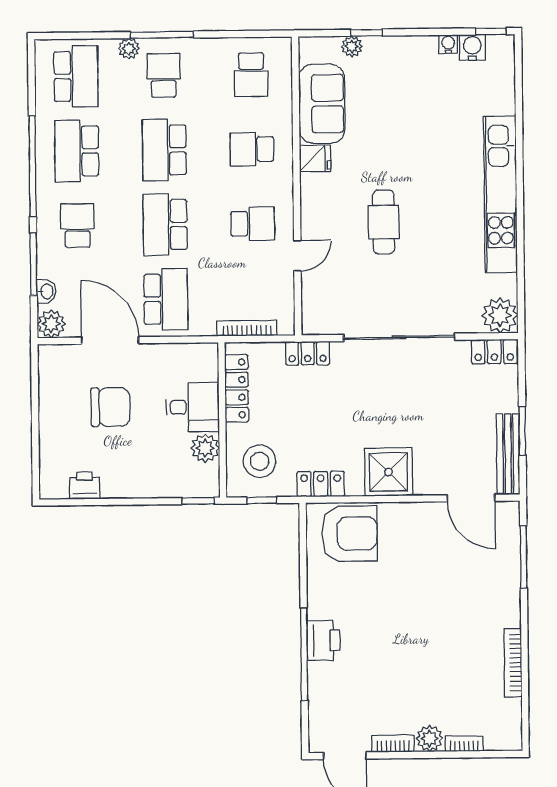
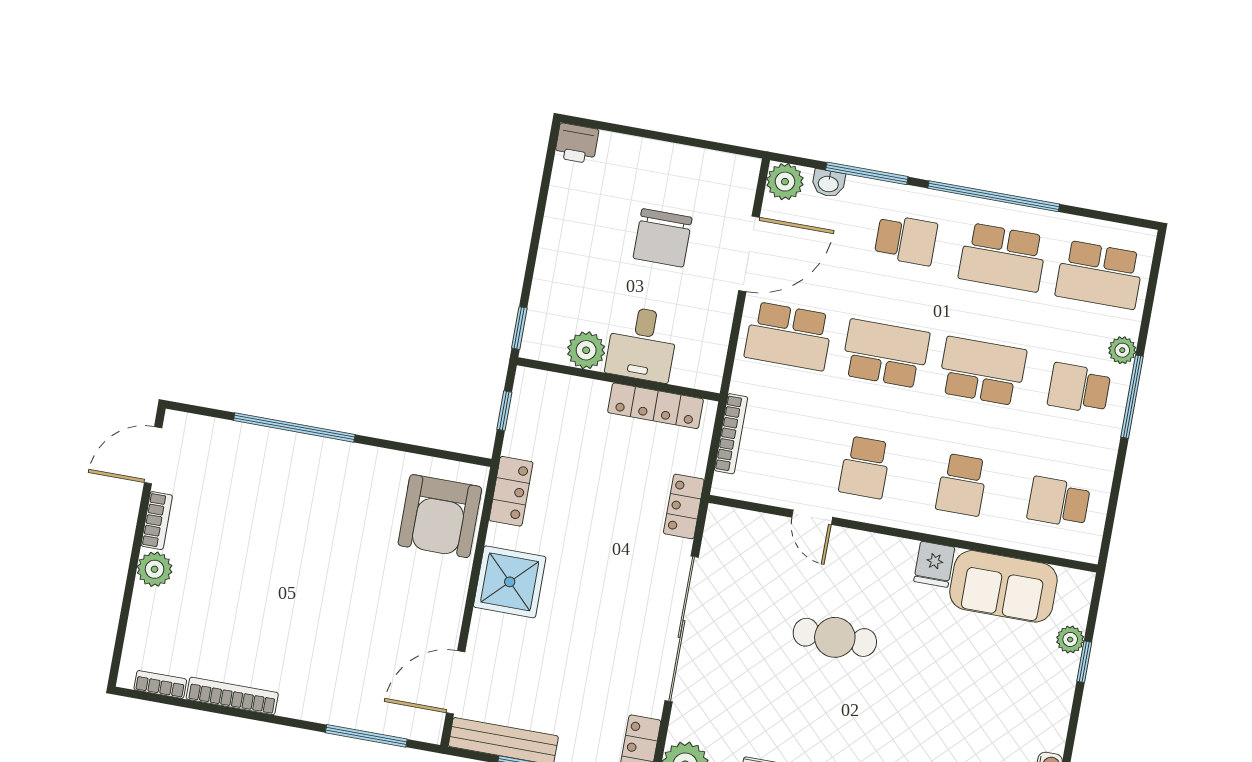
school desk: (164, 75) -> (1079, 388), turned 180
school desk: (252, 149) -> (962, 485), turned 180
school desk: (77, 151) -> (1003, 257), turned 180
stool: (260, 461) -> (556, 418), removed
printer: (85, 486) -> (577, 143), moved, turned 90
printer: (324, 640) -> (308, 456), removed
bookcase: (464, 744) -> (160, 684), moved, turned -90

